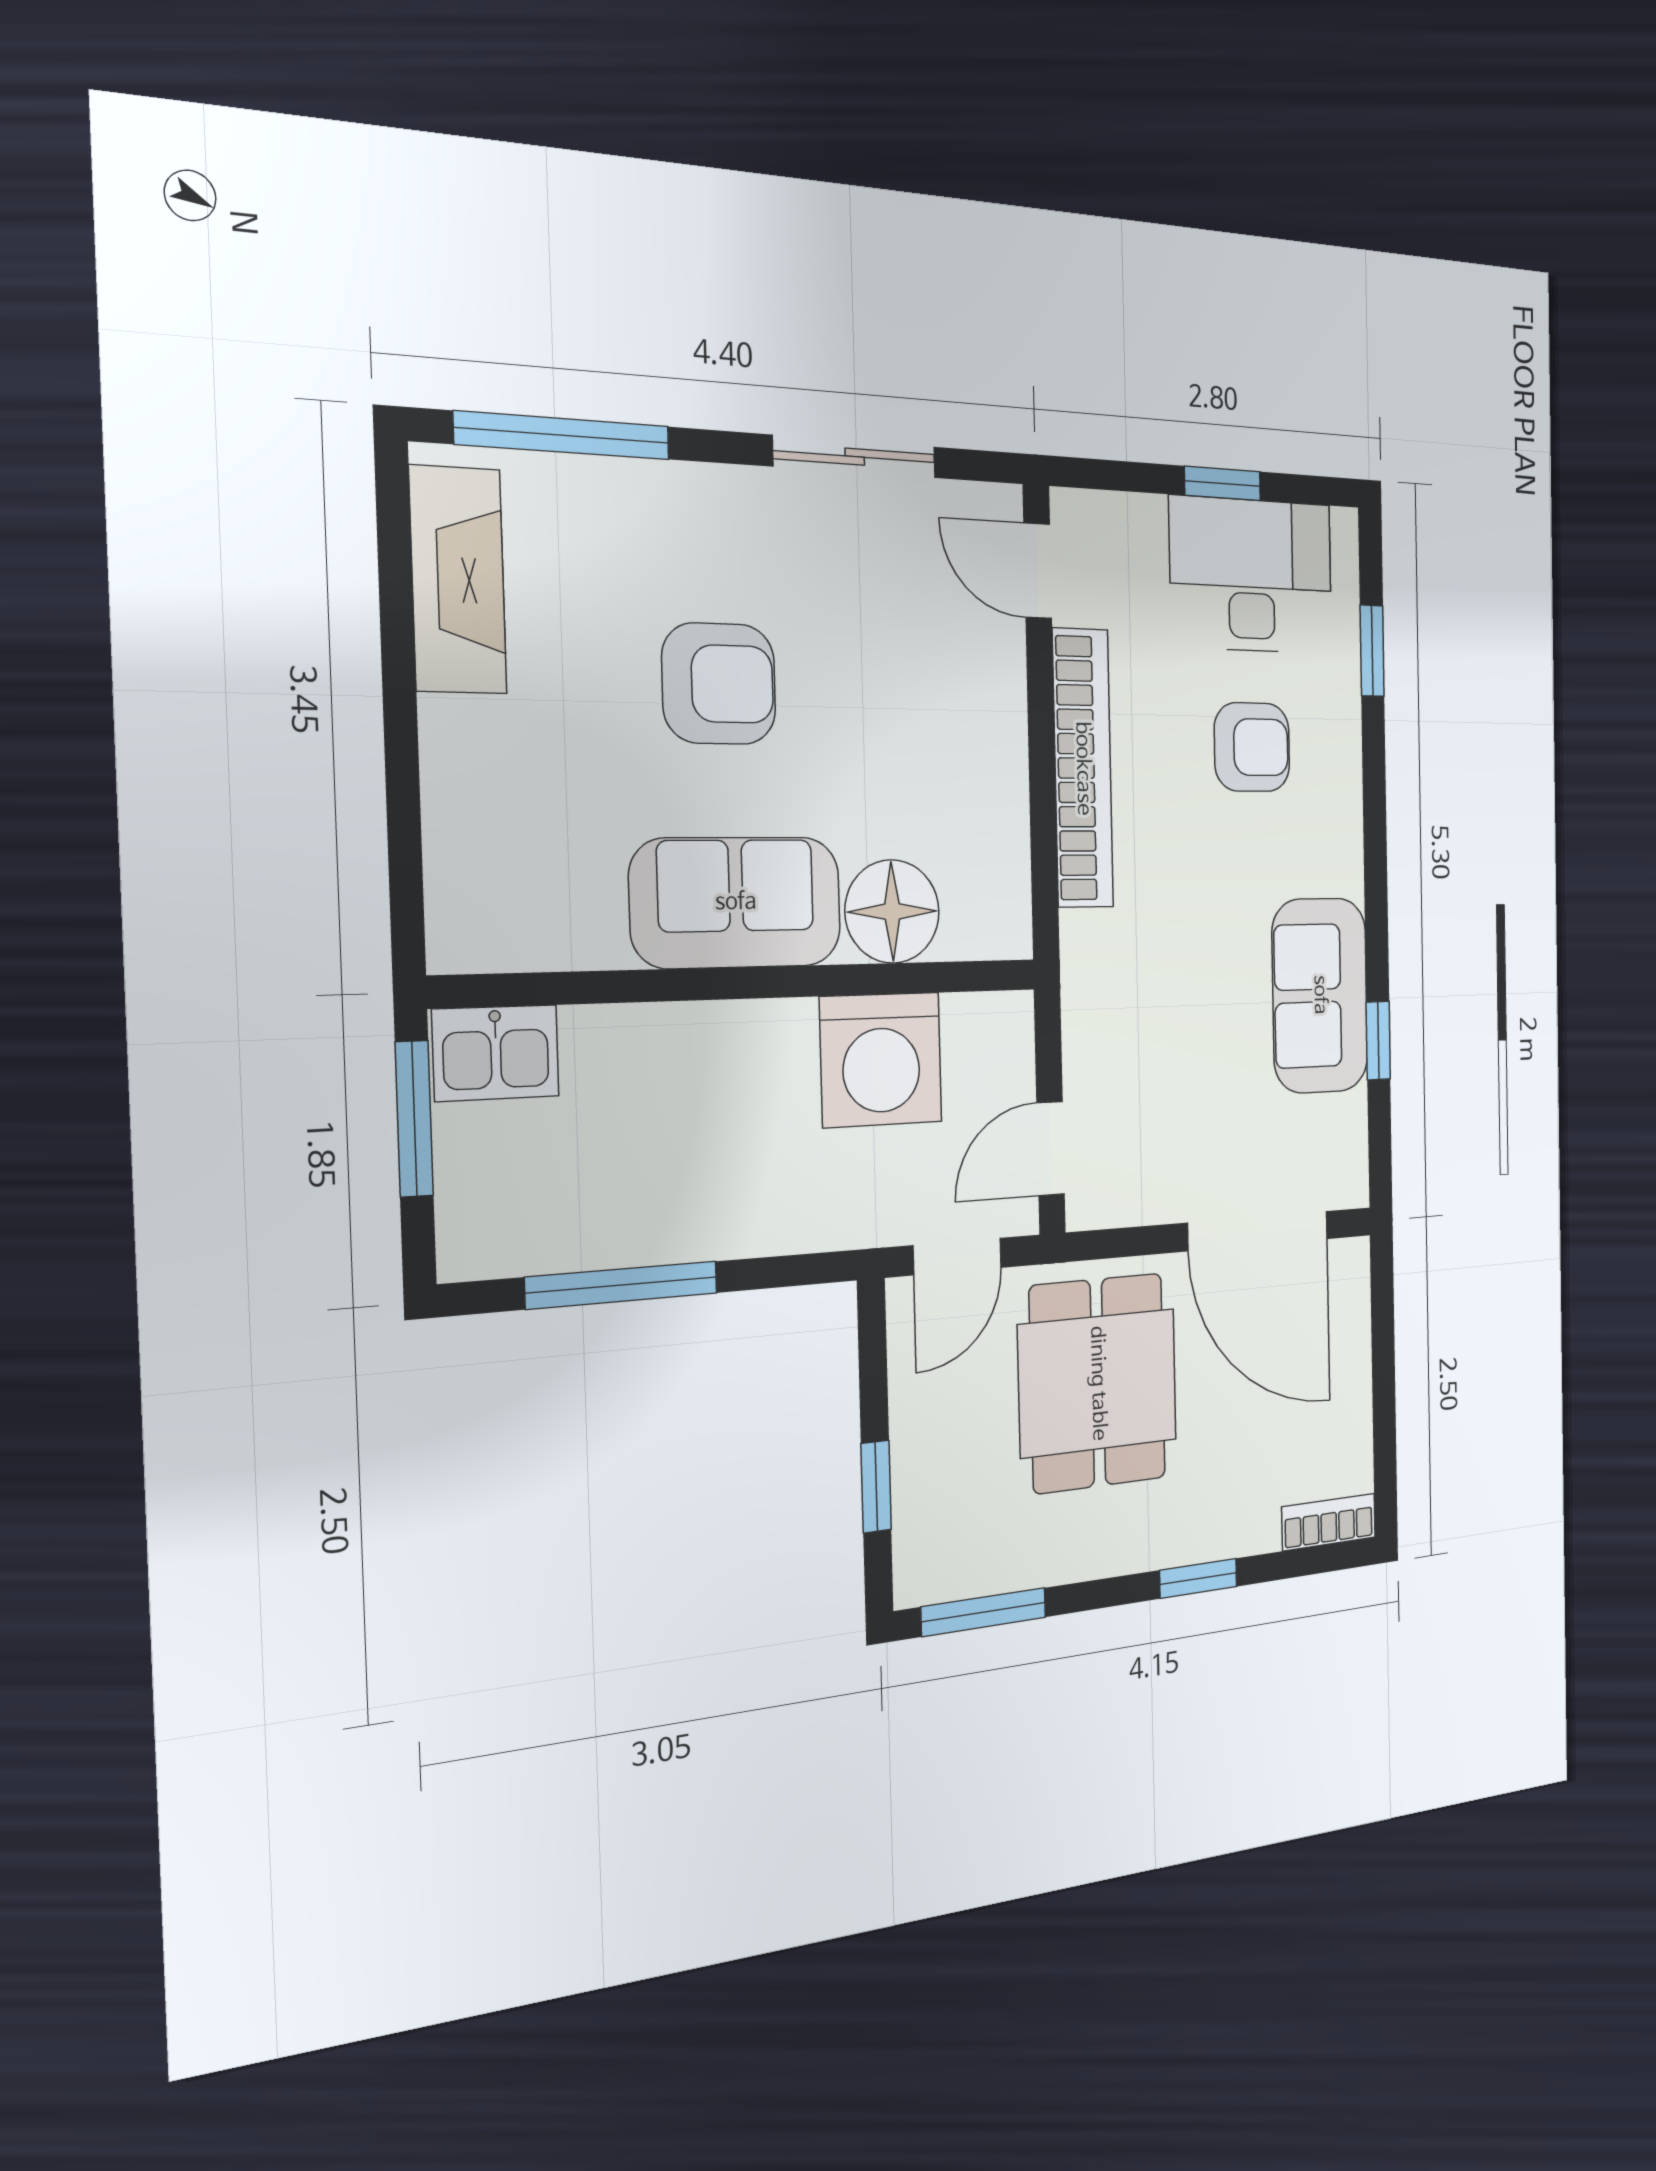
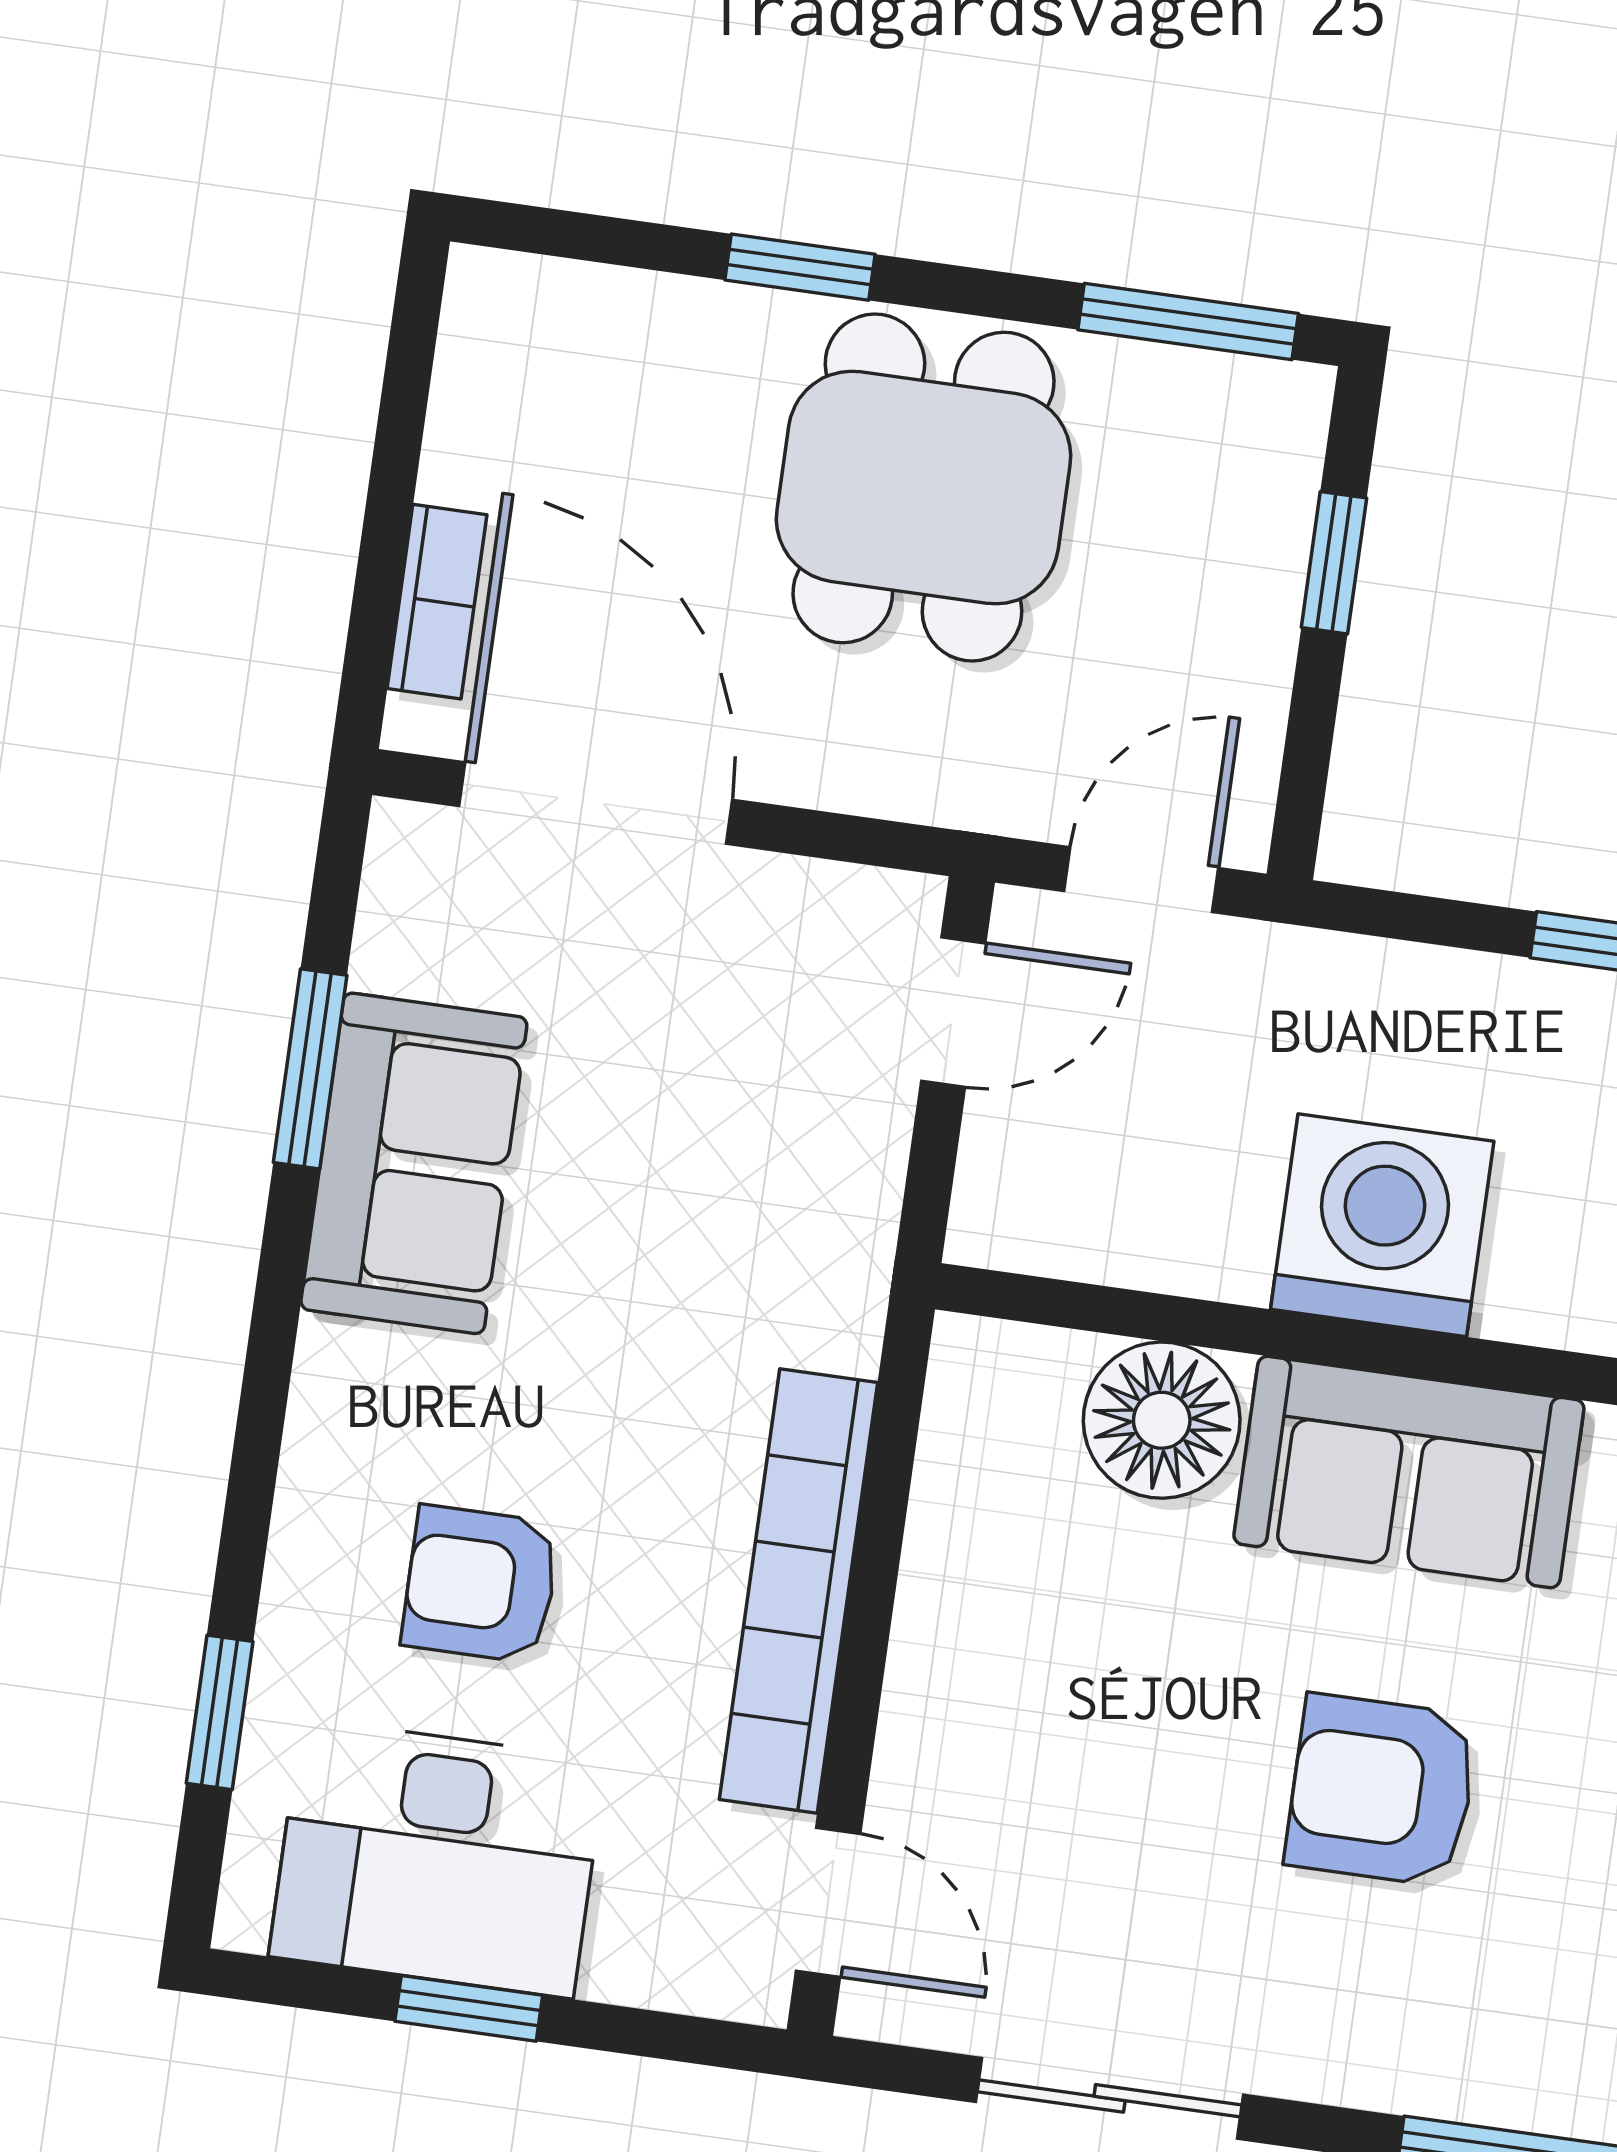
window: (1378, 1041) -> (310, 1069), width x1.50
washing machine: (881, 1060) -> (1382, 1225), moved
dining table: (1098, 1383) -> (923, 488), moved
bookcase: (1329, 1522) -> (437, 602), moved, turned -90

